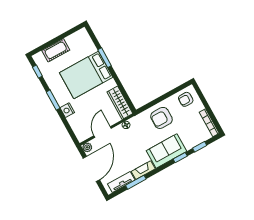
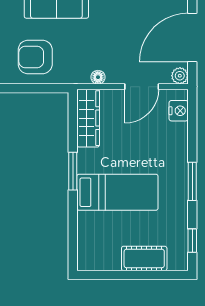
window: (105, 58) -> (73, 171), moved
bed: (86, 75) -> (117, 192), width x0.67
nightstand: (67, 110) -> (179, 111), moved
armchair: (161, 118) -> (35, 57), turned 180

